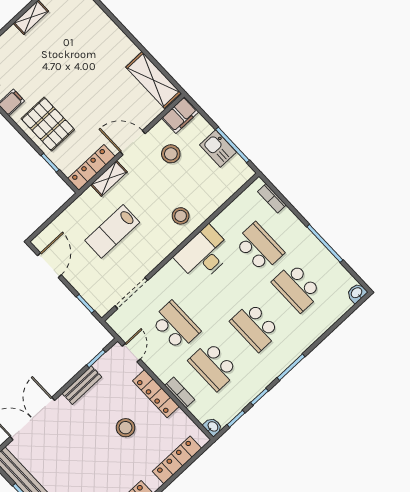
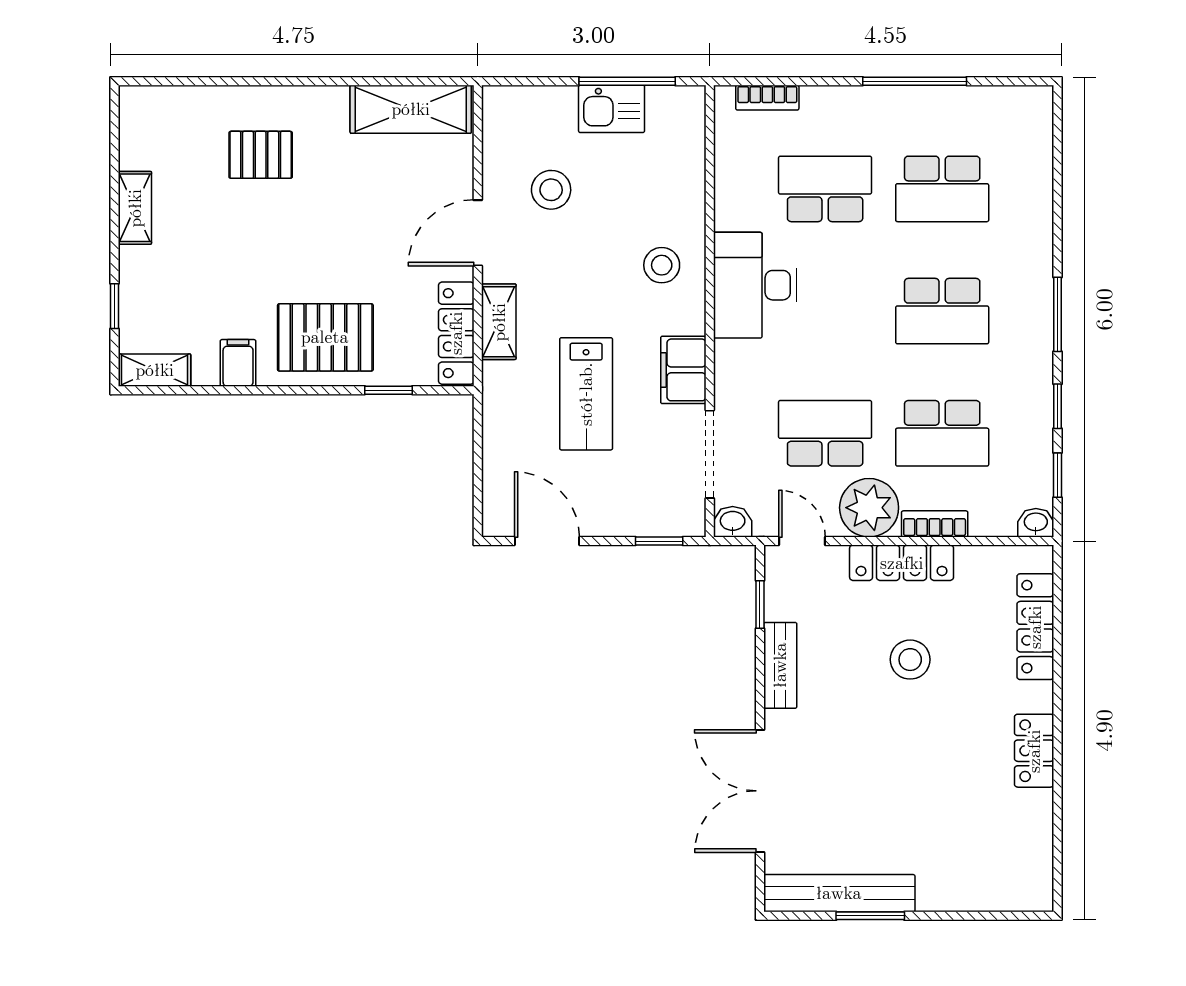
pallet: (89, 43) -> (261, 155), added
filing cabinet: (180, 115) -> (683, 370), moved, turned 180
washbasin: (357, 293) -> (733, 522), moved, turned 90
plant: (164, 365) -> (869, 508), added

